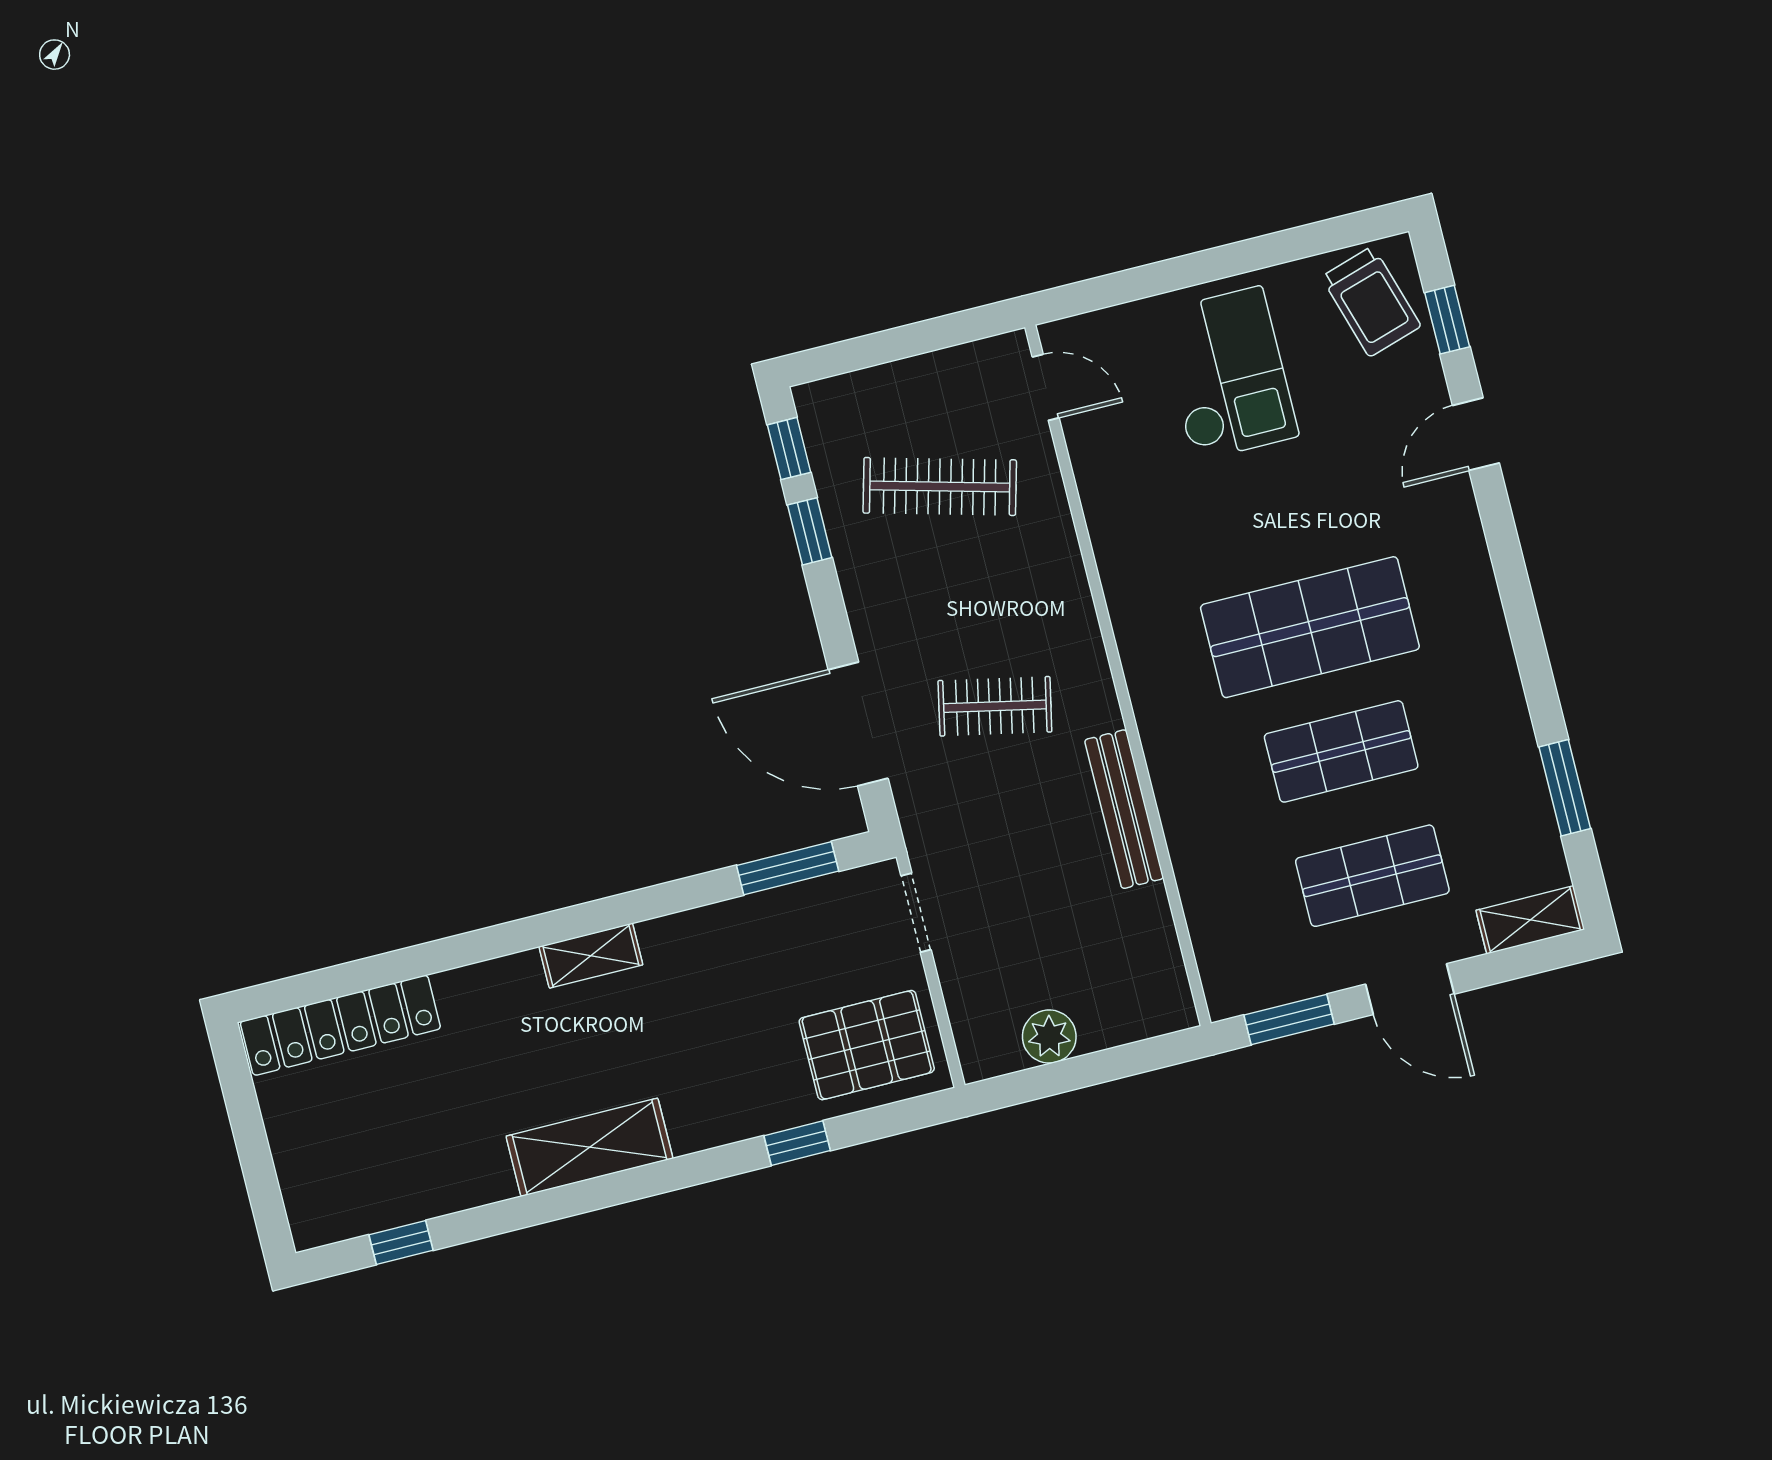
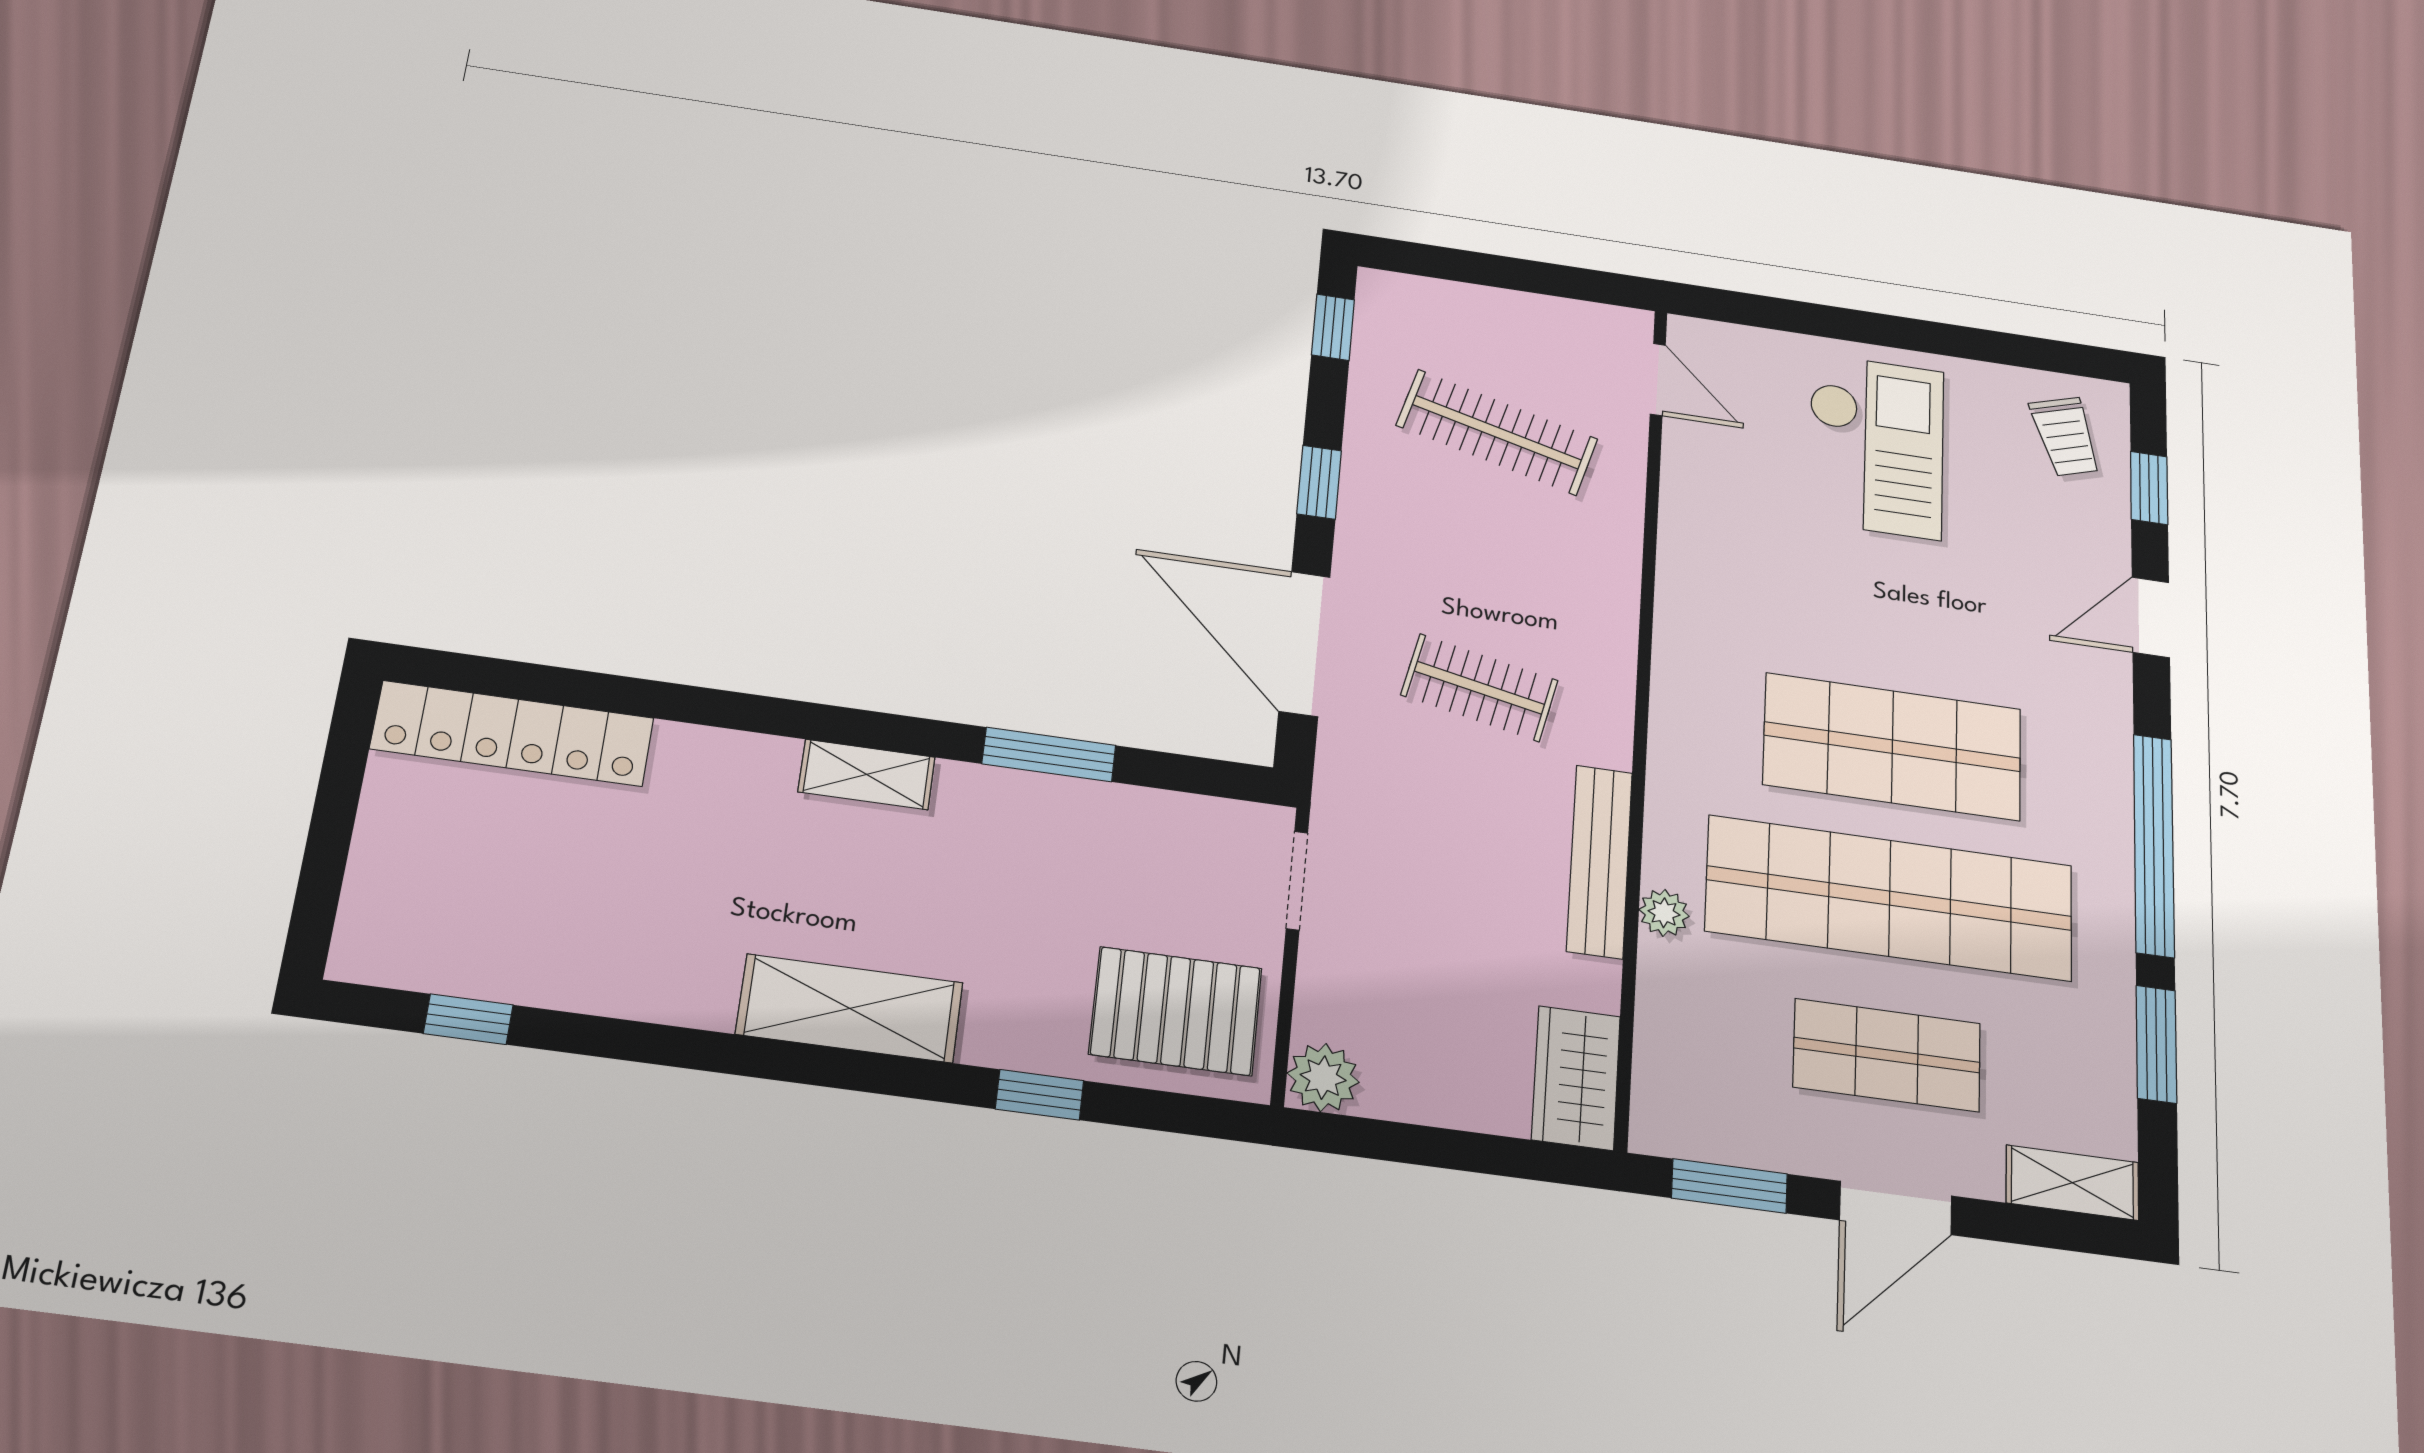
trolley: (1371, 302) -> (2066, 437), width x0.73, depth x0.72
window: (810, 531) -> (1319, 482), moved
window: (1524, 627) -> (2154, 845), added
shop shelf: (1341, 751) -> (1890, 898), width x2.00, depth x1.36
plant: (1182, 830) -> (1664, 913), added
window: (788, 868) -> (1049, 755), moved
wardrobe: (1158, 982) -> (1576, 1078), added
door: (1410, 989) -> (1896, 1208), hinge flipped
plant: (1049, 1037) -> (1323, 1078), moved
shelving: (589, 1147) -> (850, 1008), moved

